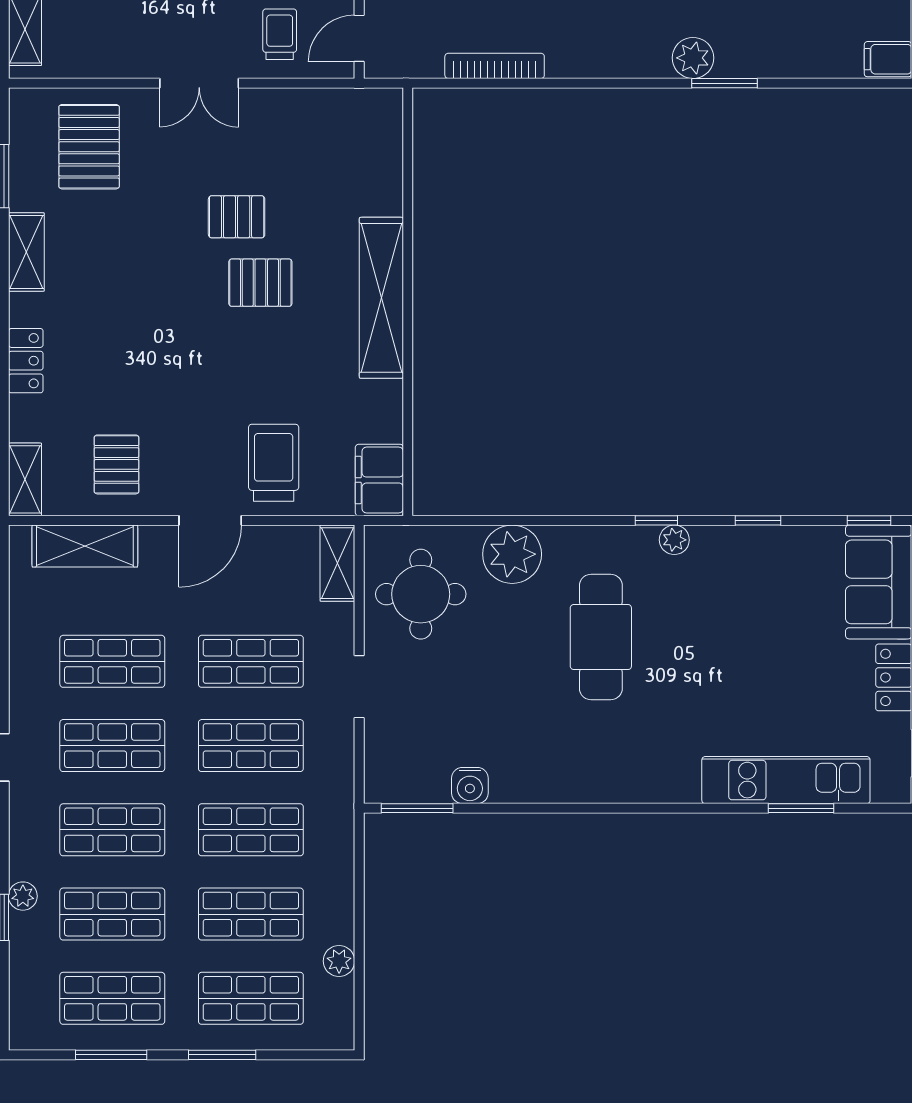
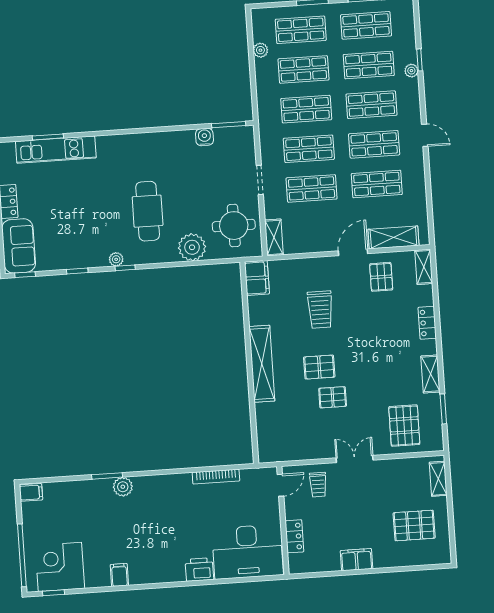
trolley: (274, 463) -> (320, 309), moved
door: (210, 520) -> (353, 252), moved

